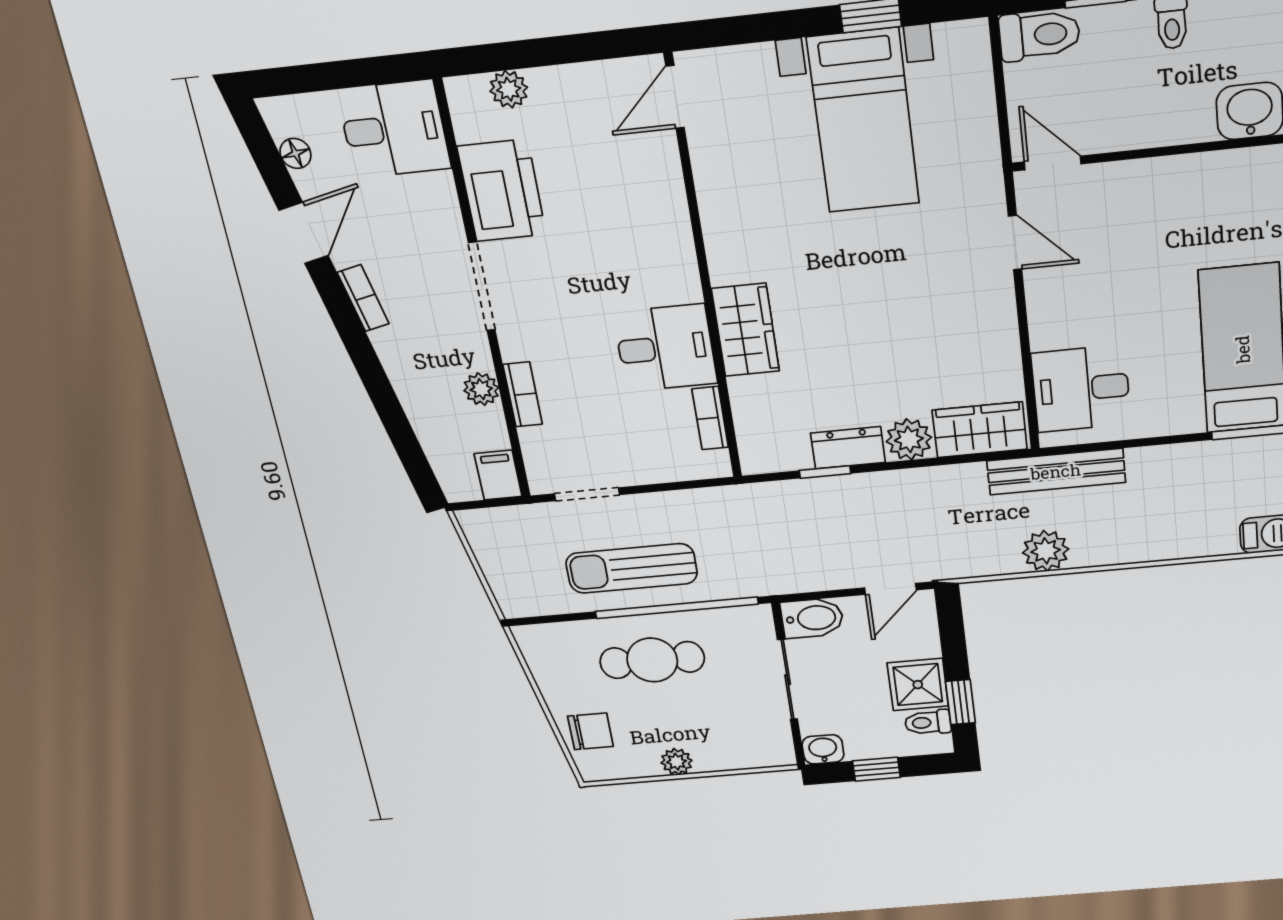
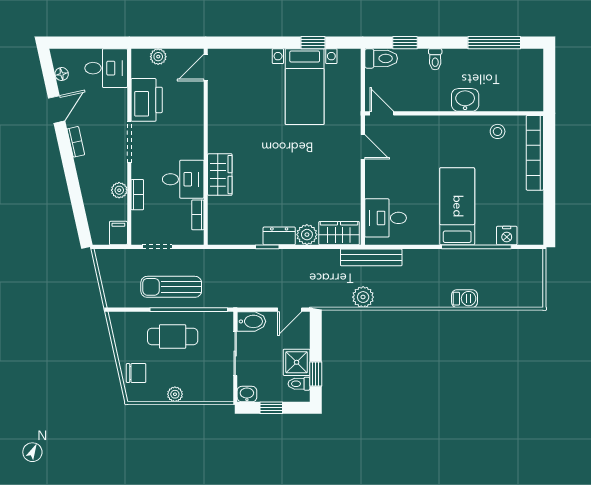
door: (675, 97) -> (206, 68), moved
wall: (704, 274) -> (206, 147), moved
wardrobe: (746, 330) -> (220, 175), moved
desk: (665, 348) -> (183, 179), moved
bookcase: (710, 418) -> (198, 215), moved

